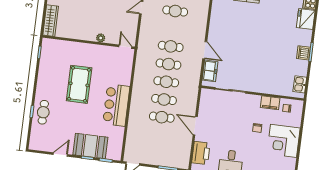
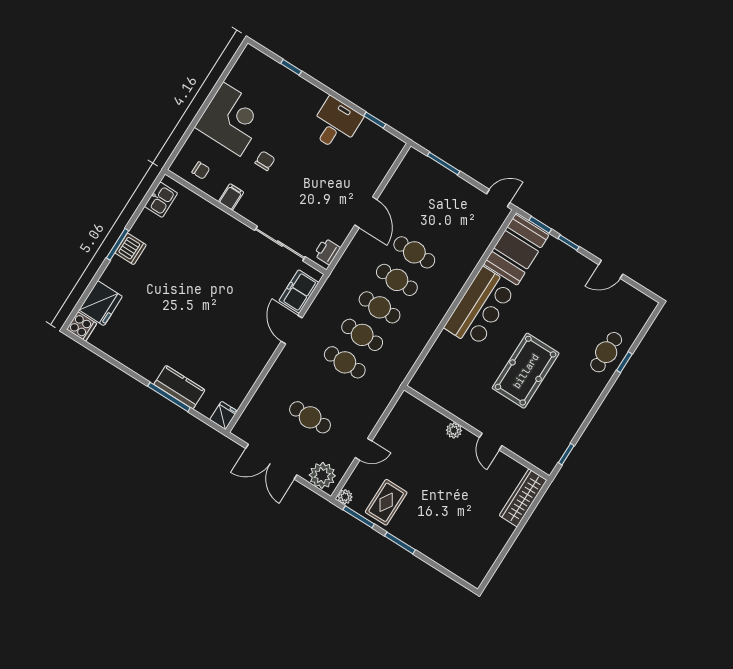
door: (125, 47) -> (491, 442), moved
filing cabinet: (270, 103) -> (231, 197), width x0.50
booth: (90, 146) -> (516, 250), moved, turned 90
printer: (201, 153) -> (327, 251), moved, width x0.53, depth x0.68

